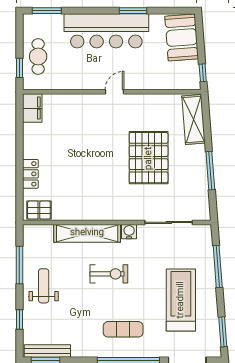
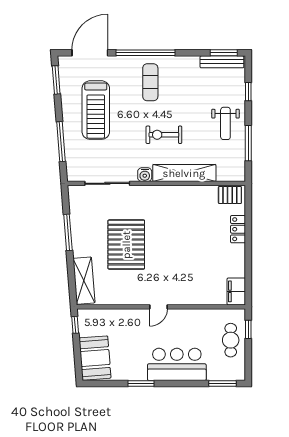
bar counter: (106, 31) -> (177, 364), width x0.73
exercise mat: (123, 329) -> (150, 82), turned 90

